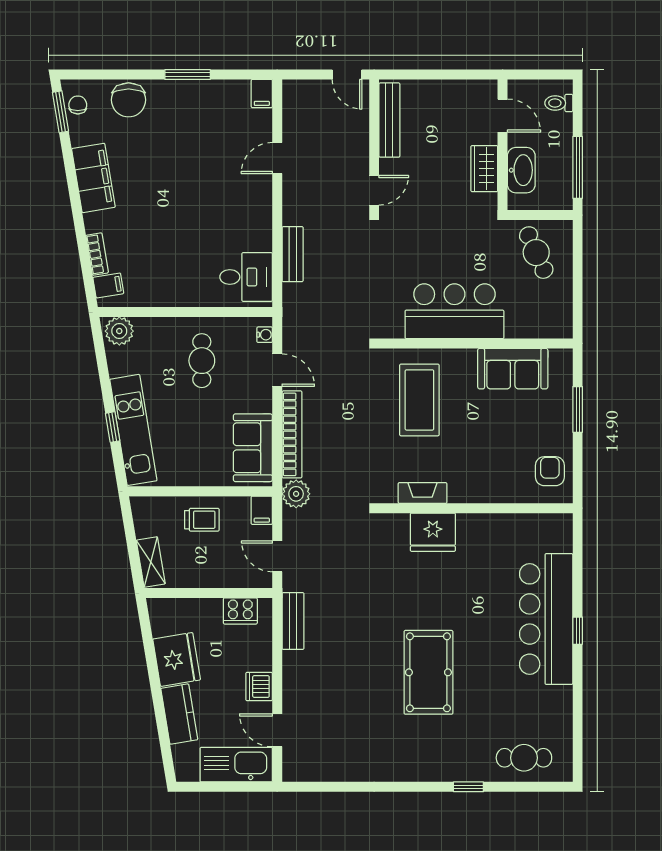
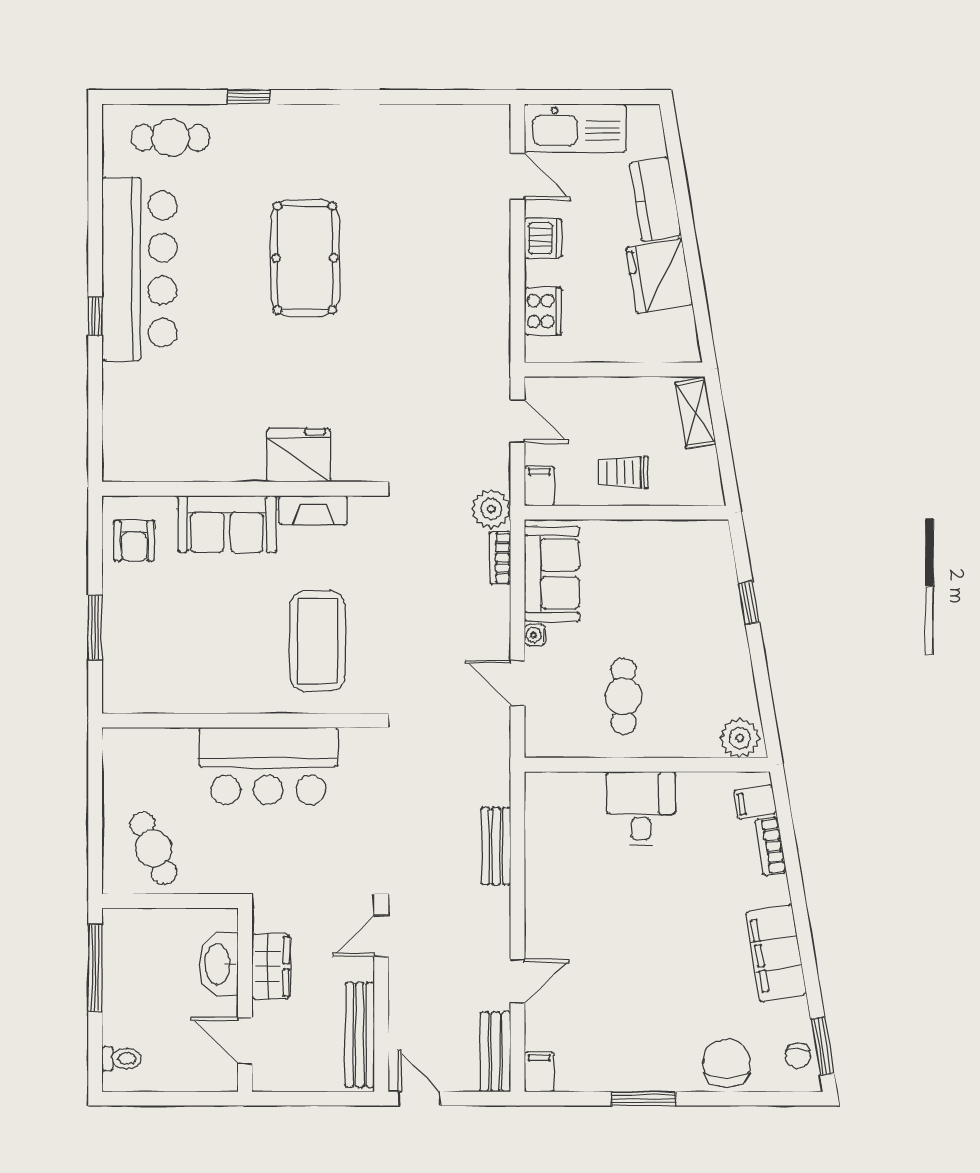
door: (503, 116) -> (245, 1041), moved
wall: (503, 145) -> (245, 1000), moved
wardrobe: (484, 169) -> (271, 966), moved
washbasin: (521, 170) -> (219, 964), moved
desk: (246, 277) -> (641, 809), moved, turned 90
water cooler: (265, 335) -> (535, 635), moved
sofa: (513, 369) -> (227, 524), moved, turned 180
kitchen unit: (133, 430) -> (720, 599), removed
bookcase: (292, 434) -> (500, 558), width x0.43, depth x0.76
cooker: (240, 611) -> (543, 311), moved, turned 90
bar counter: (546, 619) -> (139, 269), moved
bench: (293, 621) -> (495, 1052), moved

